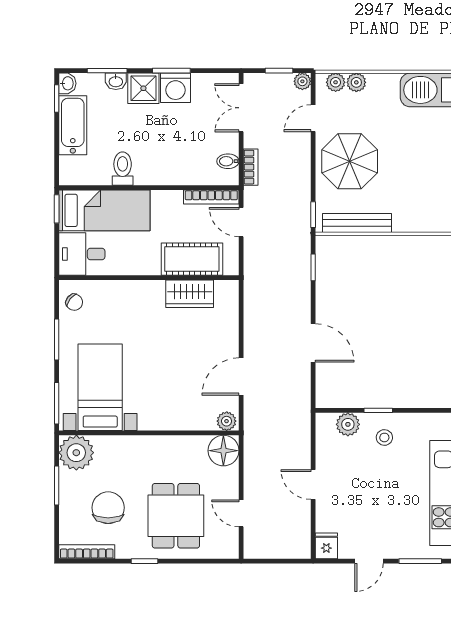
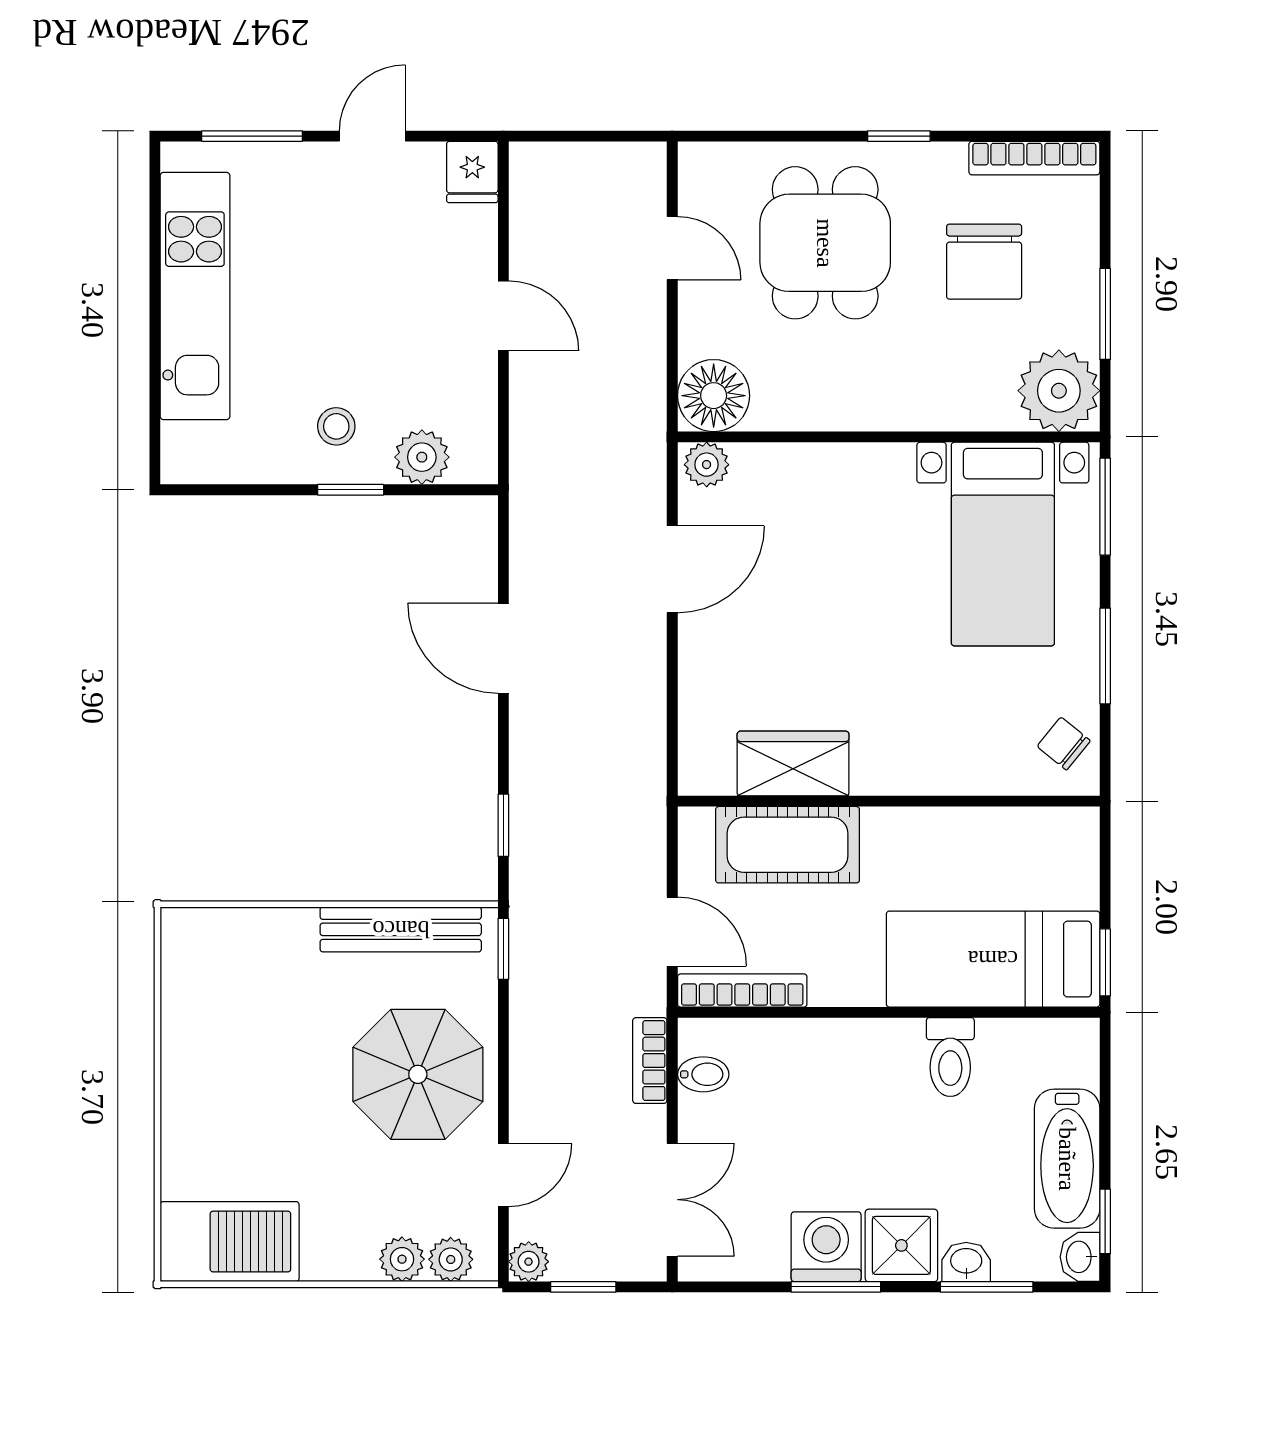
desk: (82, 254) -> (1046, 857), removed

